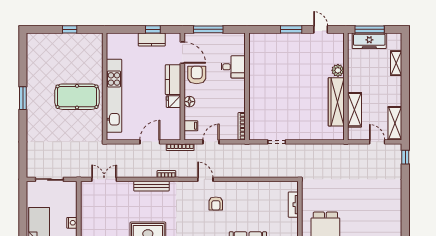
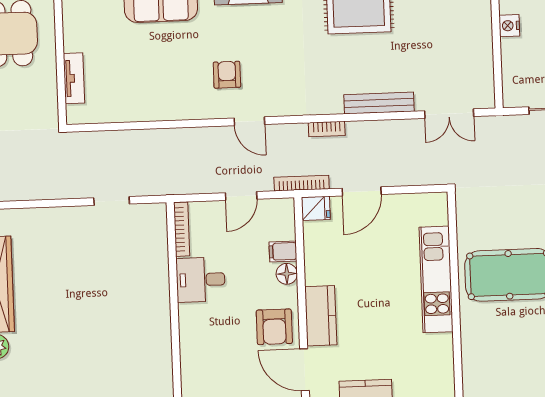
desk: (233, 67) -> (201, 280), moved
kitchen unit: (114, 96) -> (436, 279), width x0.73
fridge: (173, 102) -> (316, 208), moved
filing cabinet: (191, 126) -> (283, 251), moved
bench: (151, 186) -> (379, 103), moved

